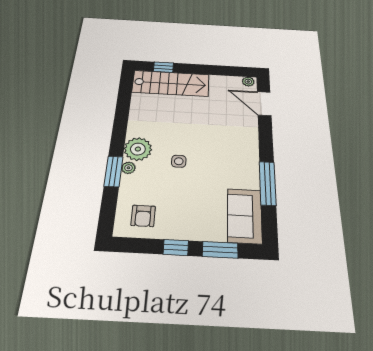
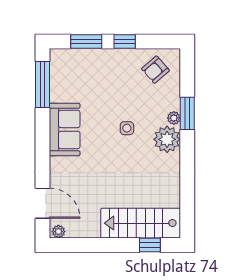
window: (268, 183) -> (43, 84), moved
armchair: (143, 216) -> (155, 70), turned -131
sofa: (245, 216) -> (65, 129), moved

